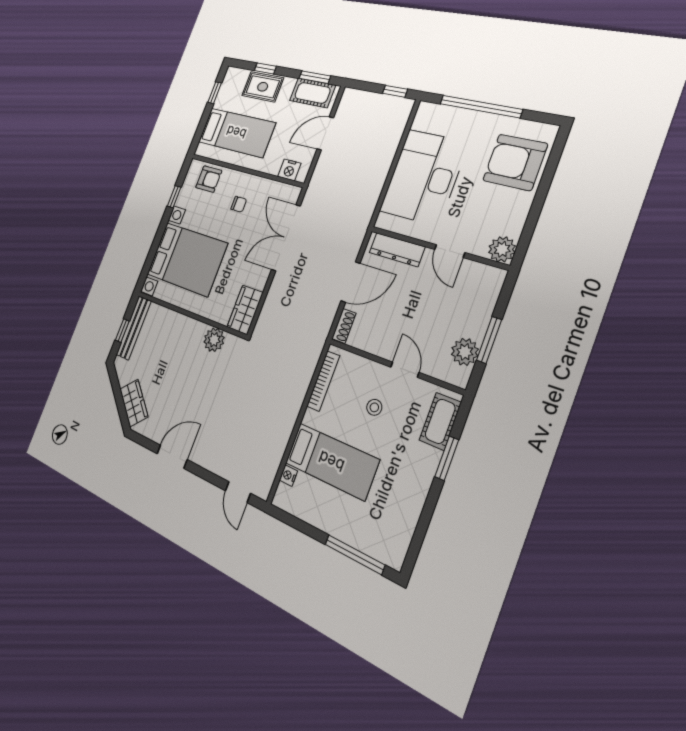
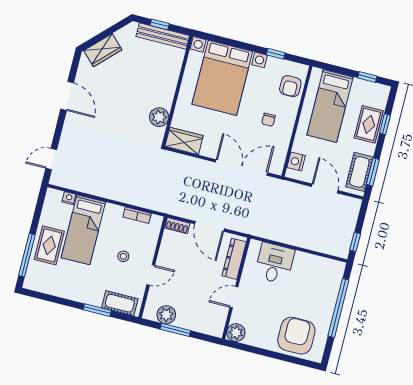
desk: (424, 177) -> (274, 263), width x0.53, depth x0.77
bookcase: (323, 381) -> (137, 215), width x0.64
rug: (346, 517) -> (49, 245), added

